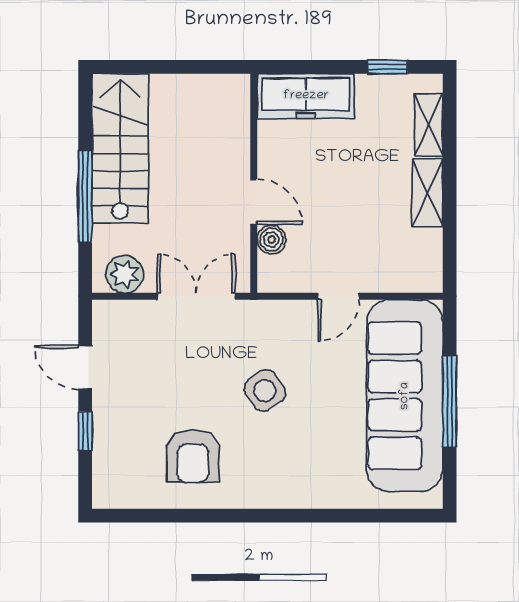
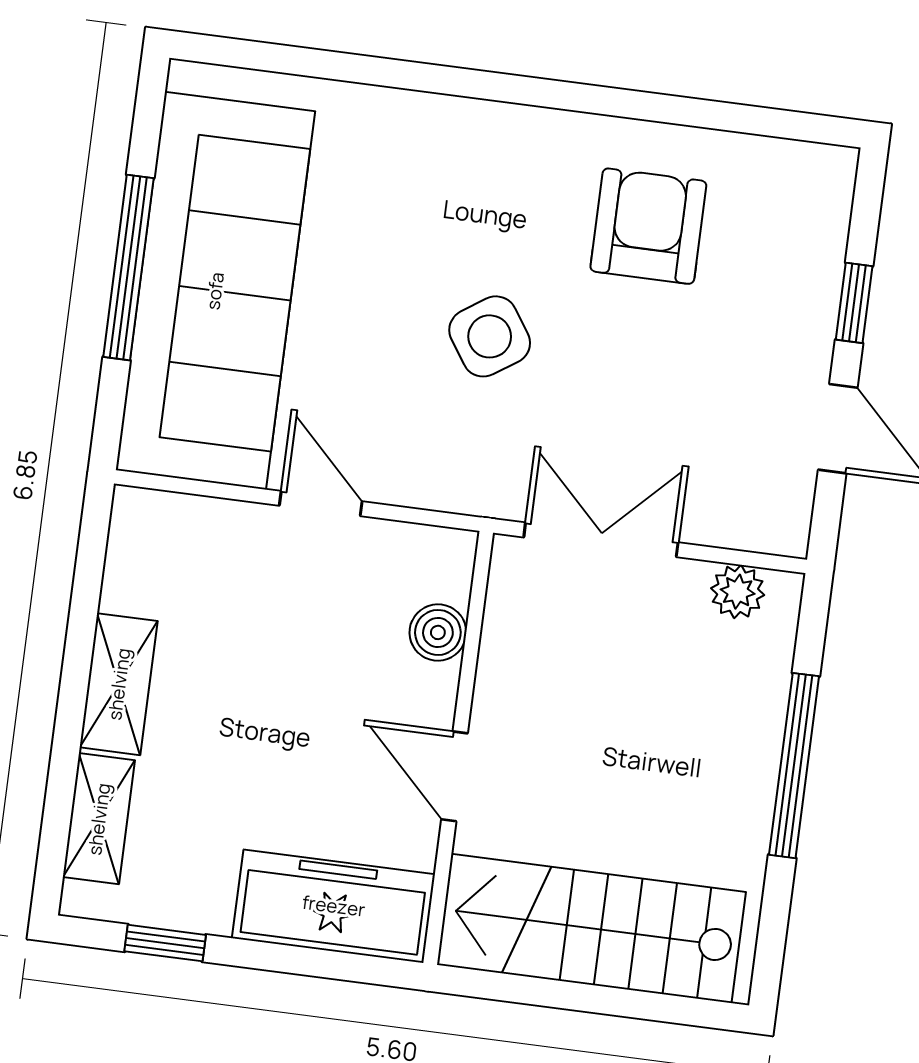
stairs: (120, 148) -> (591, 928), moved, turned 90
door: (254, 202) -> (455, 776), moved
plant: (125, 274) -> (738, 592), width x0.73, depth x0.73
double door: (196, 296) -> (601, 540), swing flipped
door: (338, 296) -> (321, 503), hinge flipped

